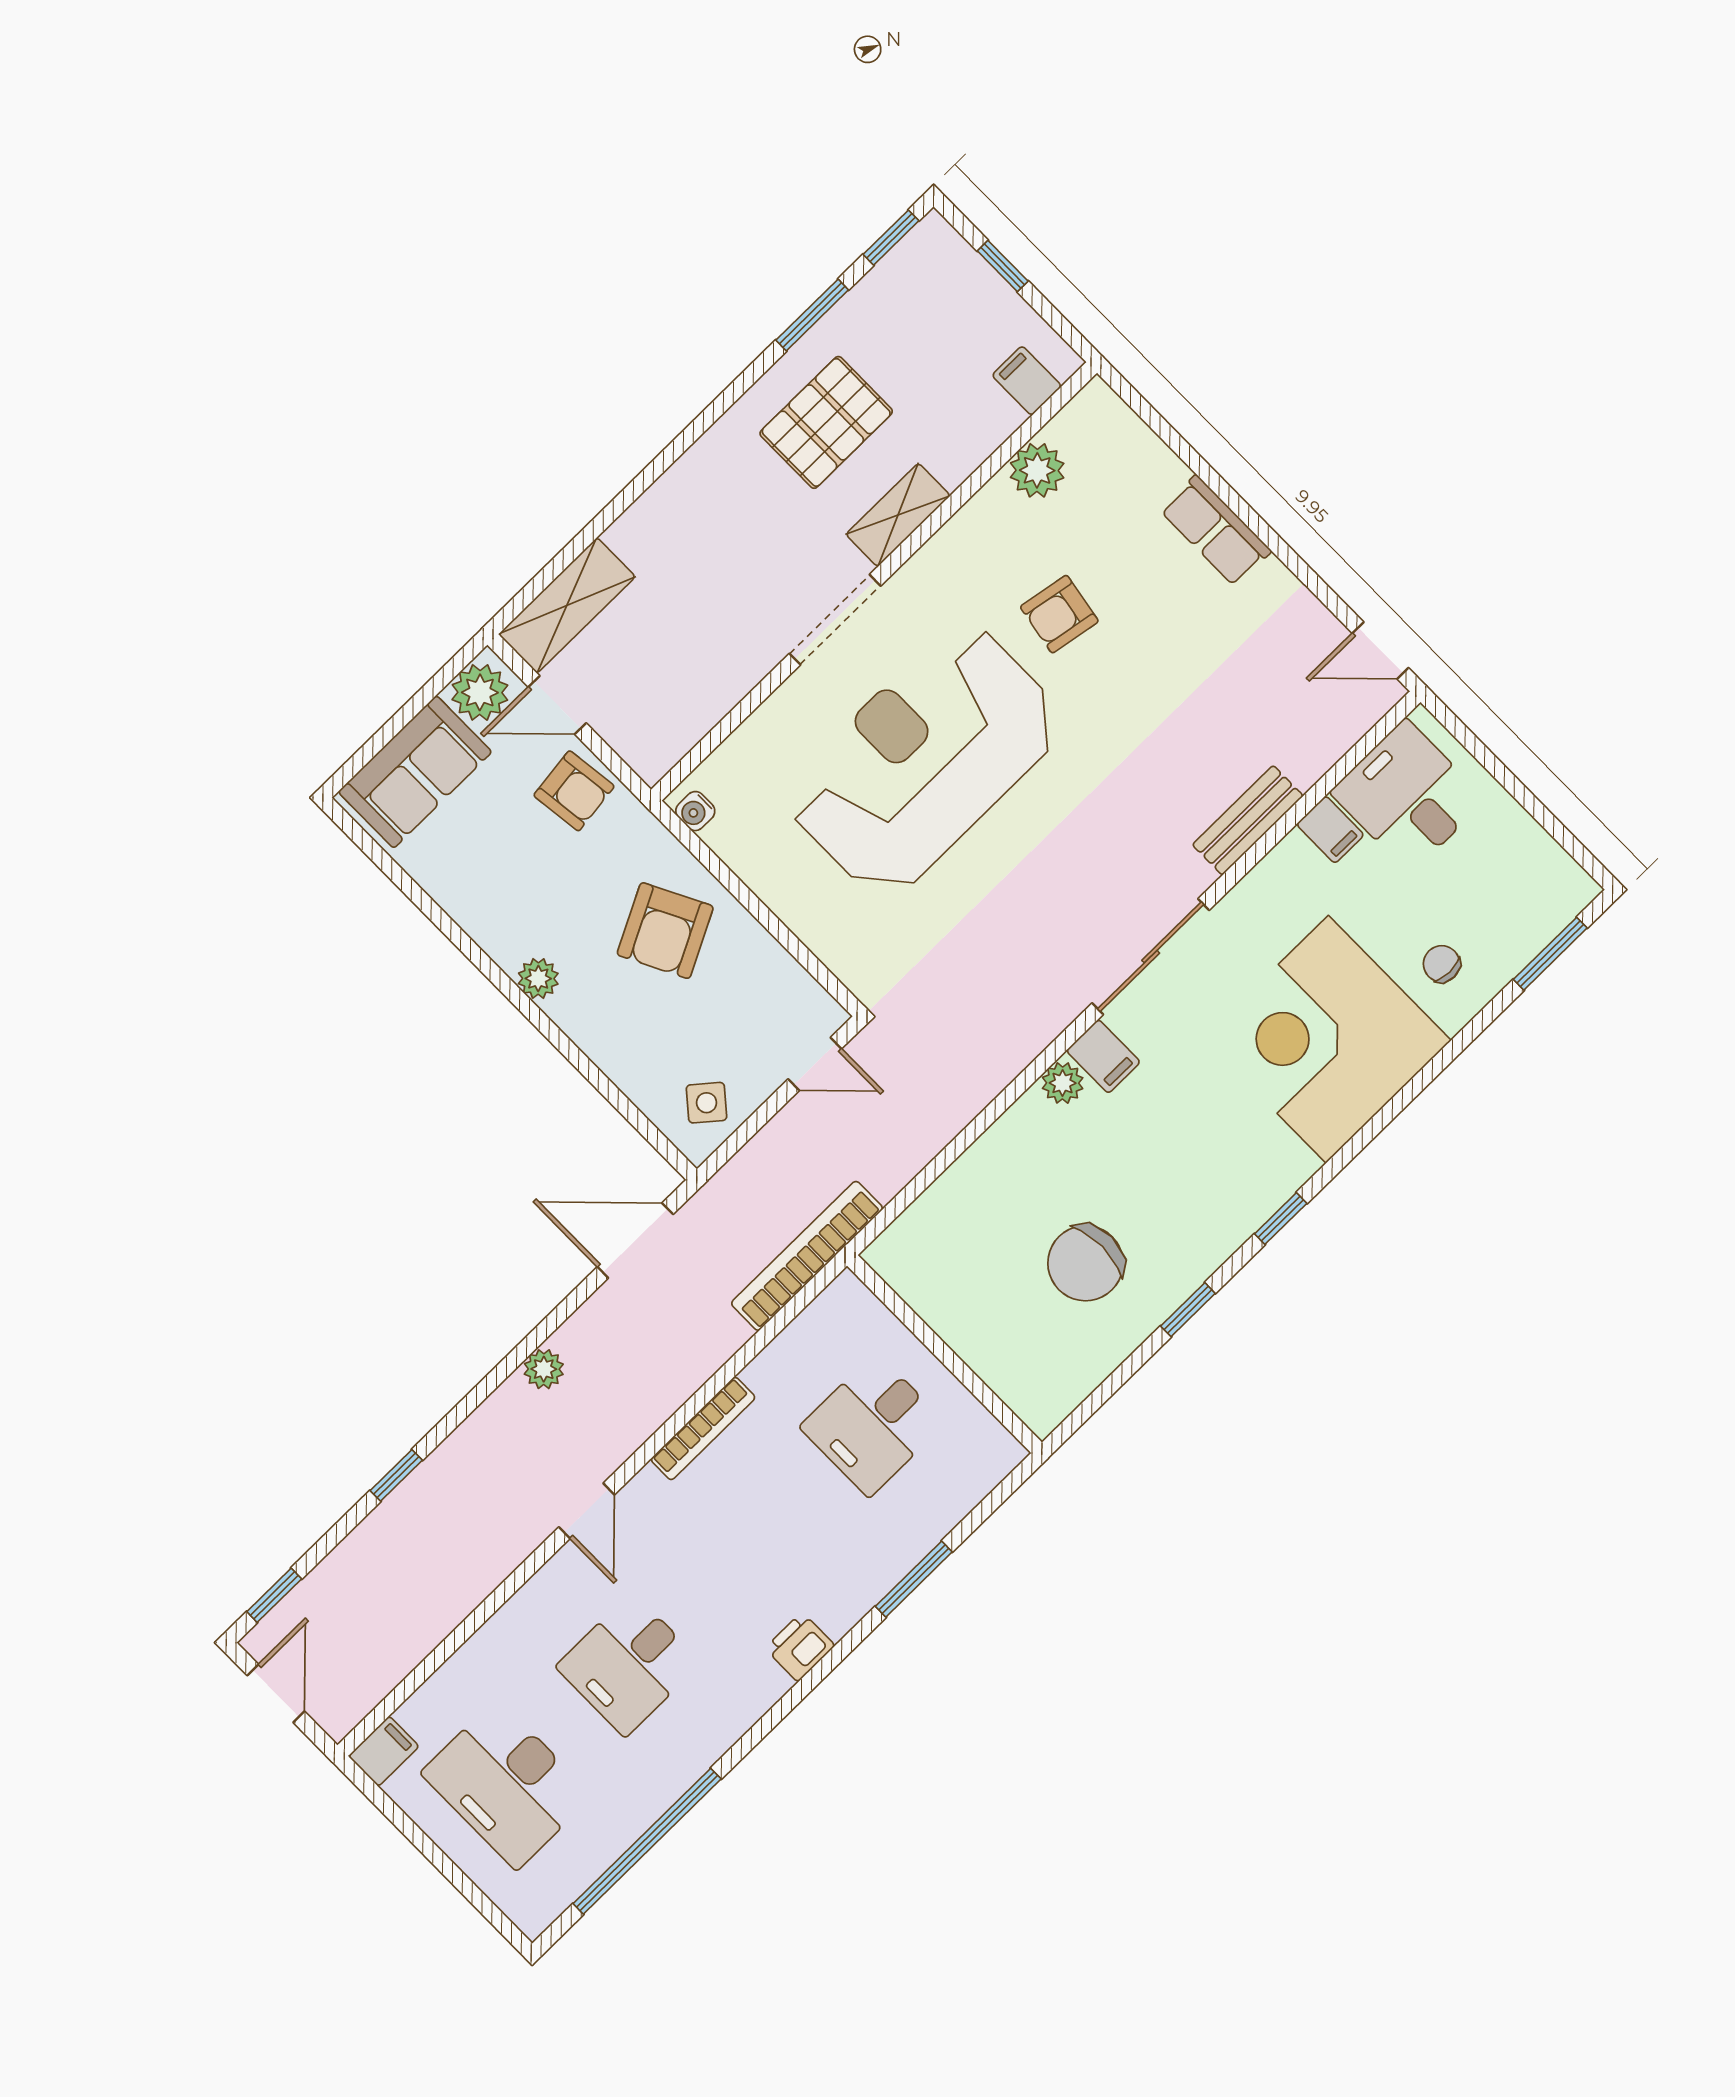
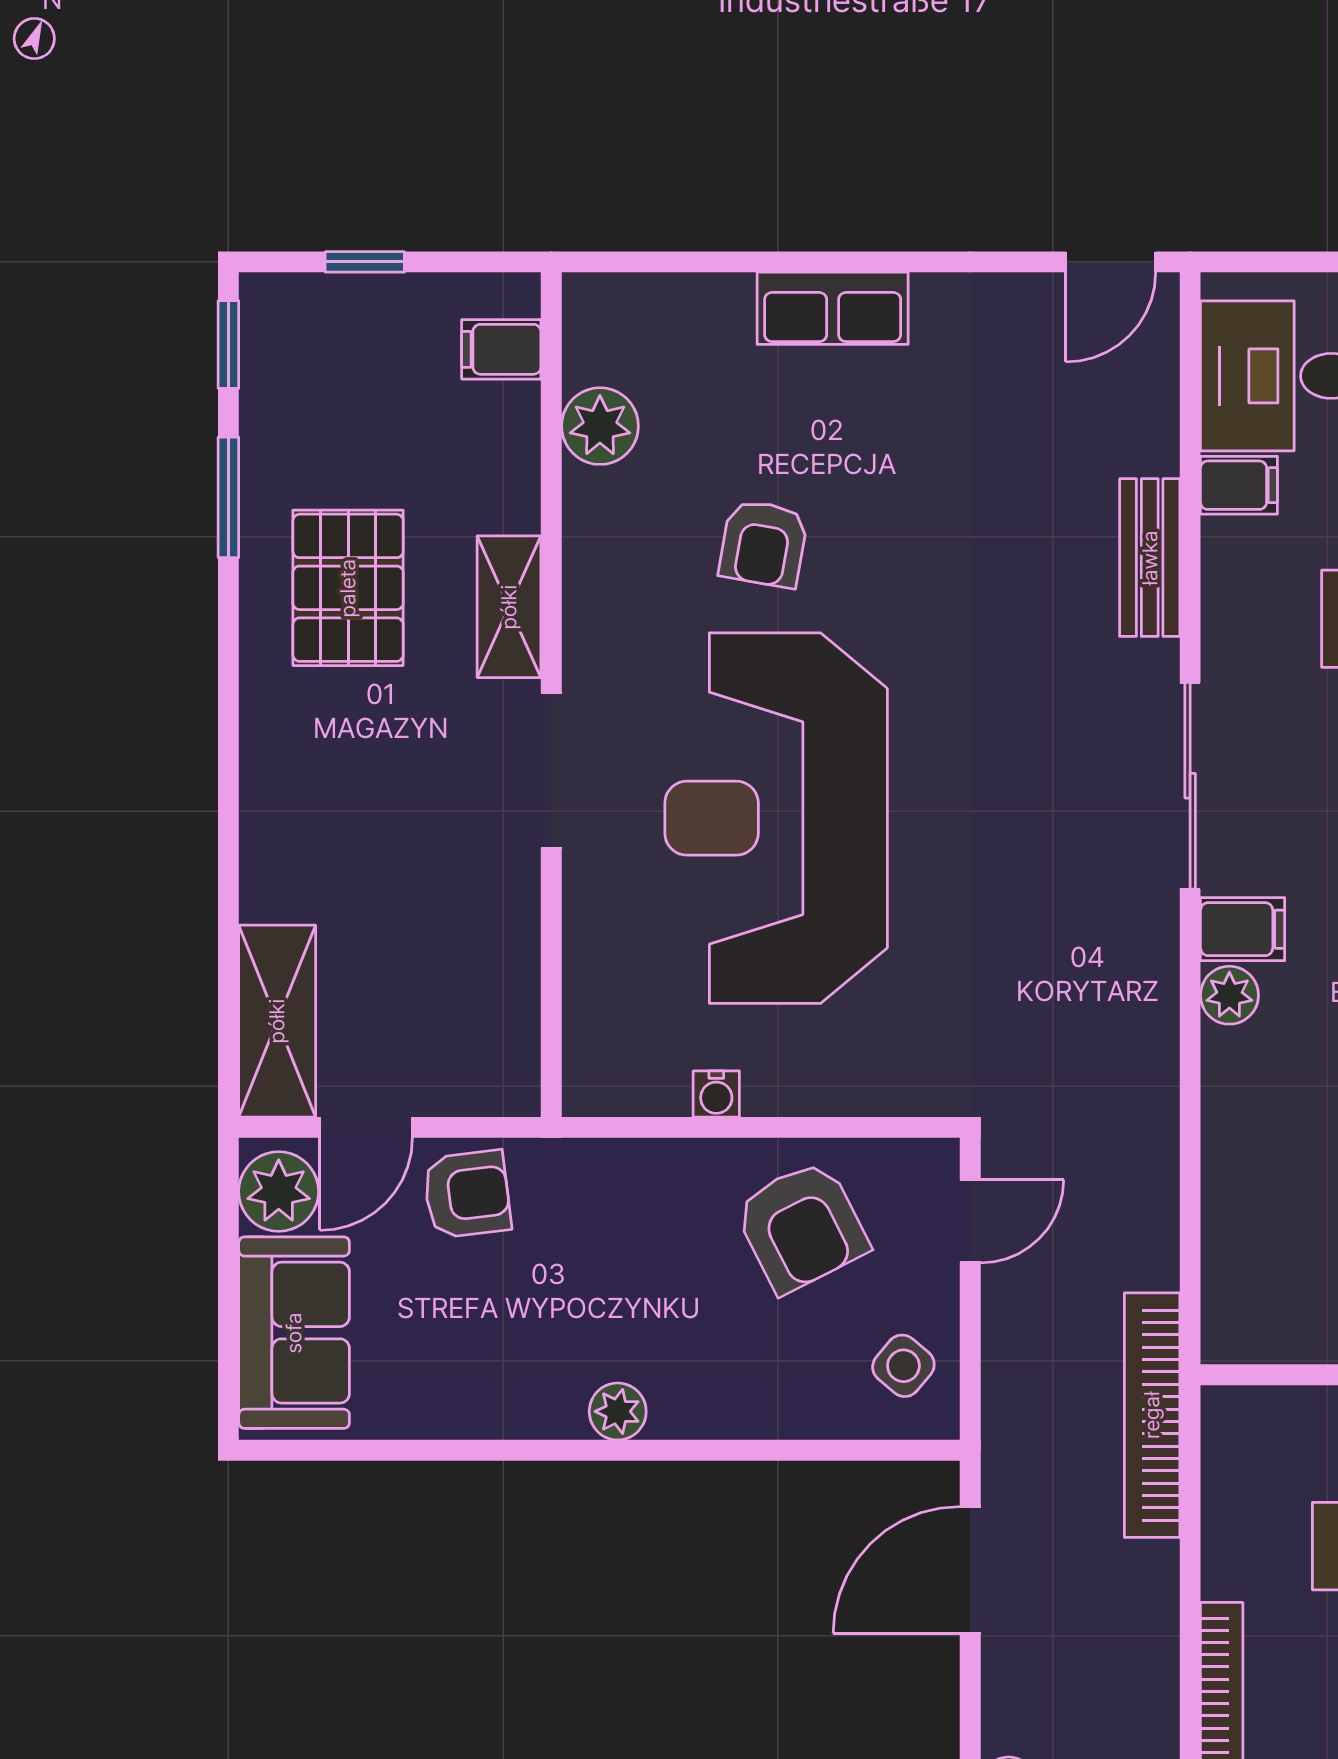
water cooler: (695, 811) -> (716, 1094), moved
armchair: (665, 931) -> (801, 1227), moved

